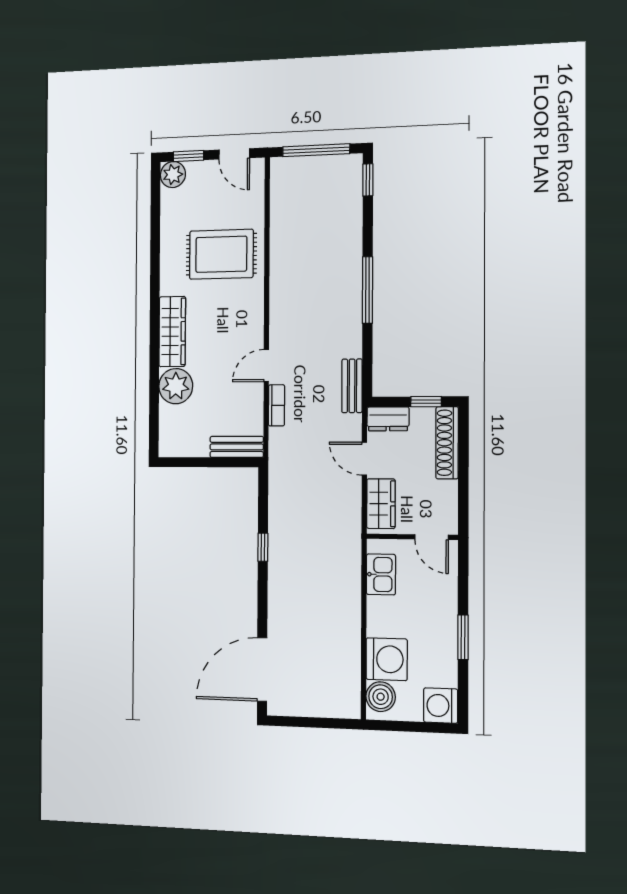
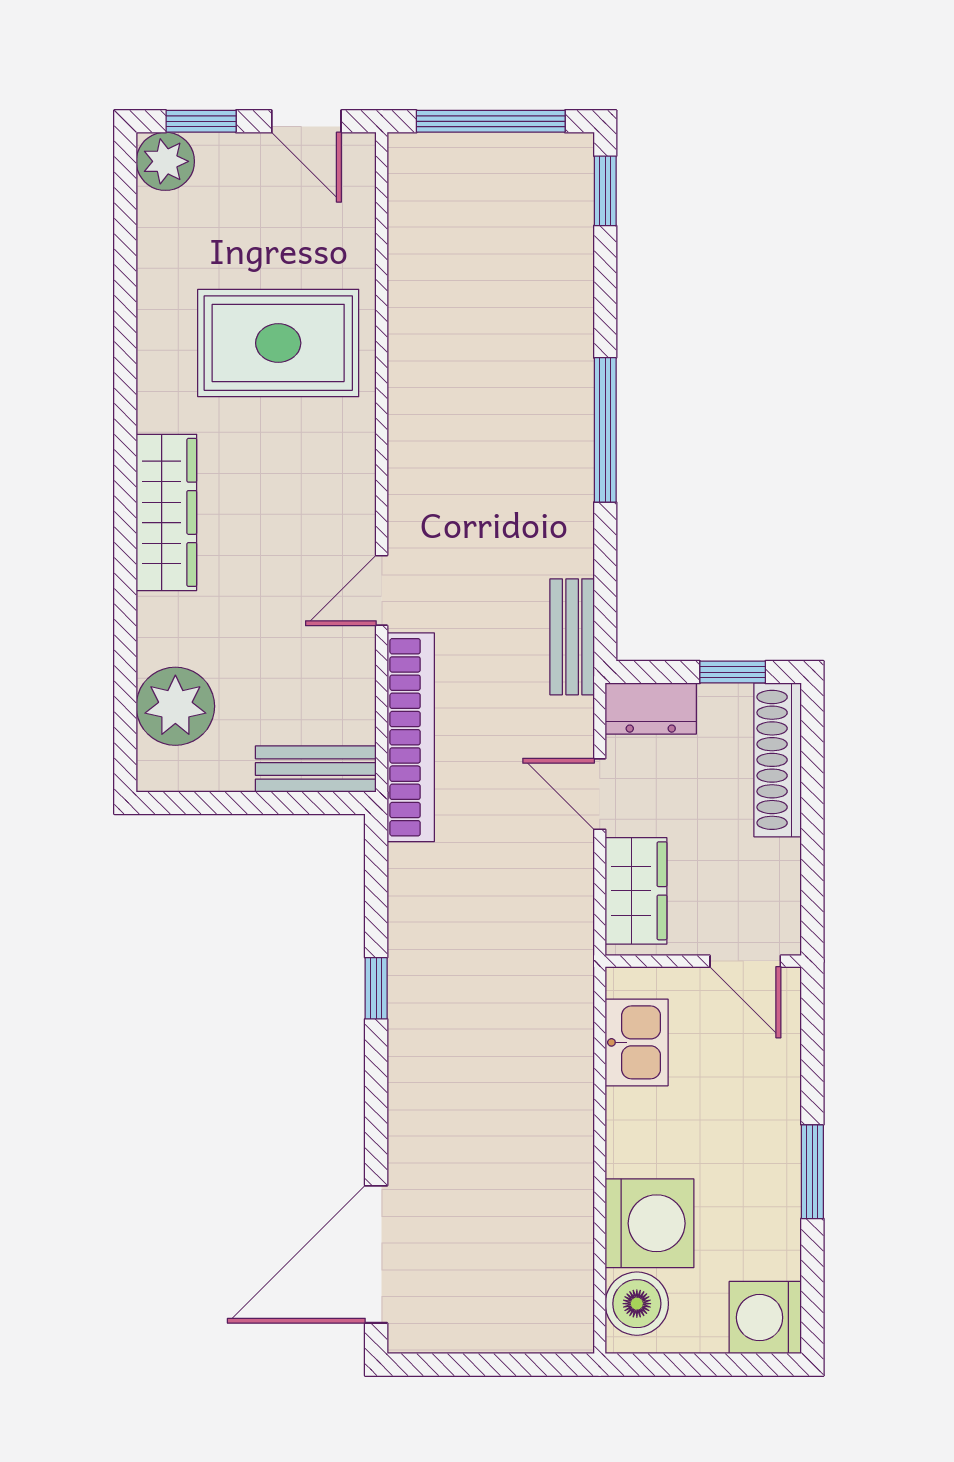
plant: (176, 386) -> (175, 706), moved
bookcase: (277, 405) -> (411, 737), width x2.31, depth x1.31

